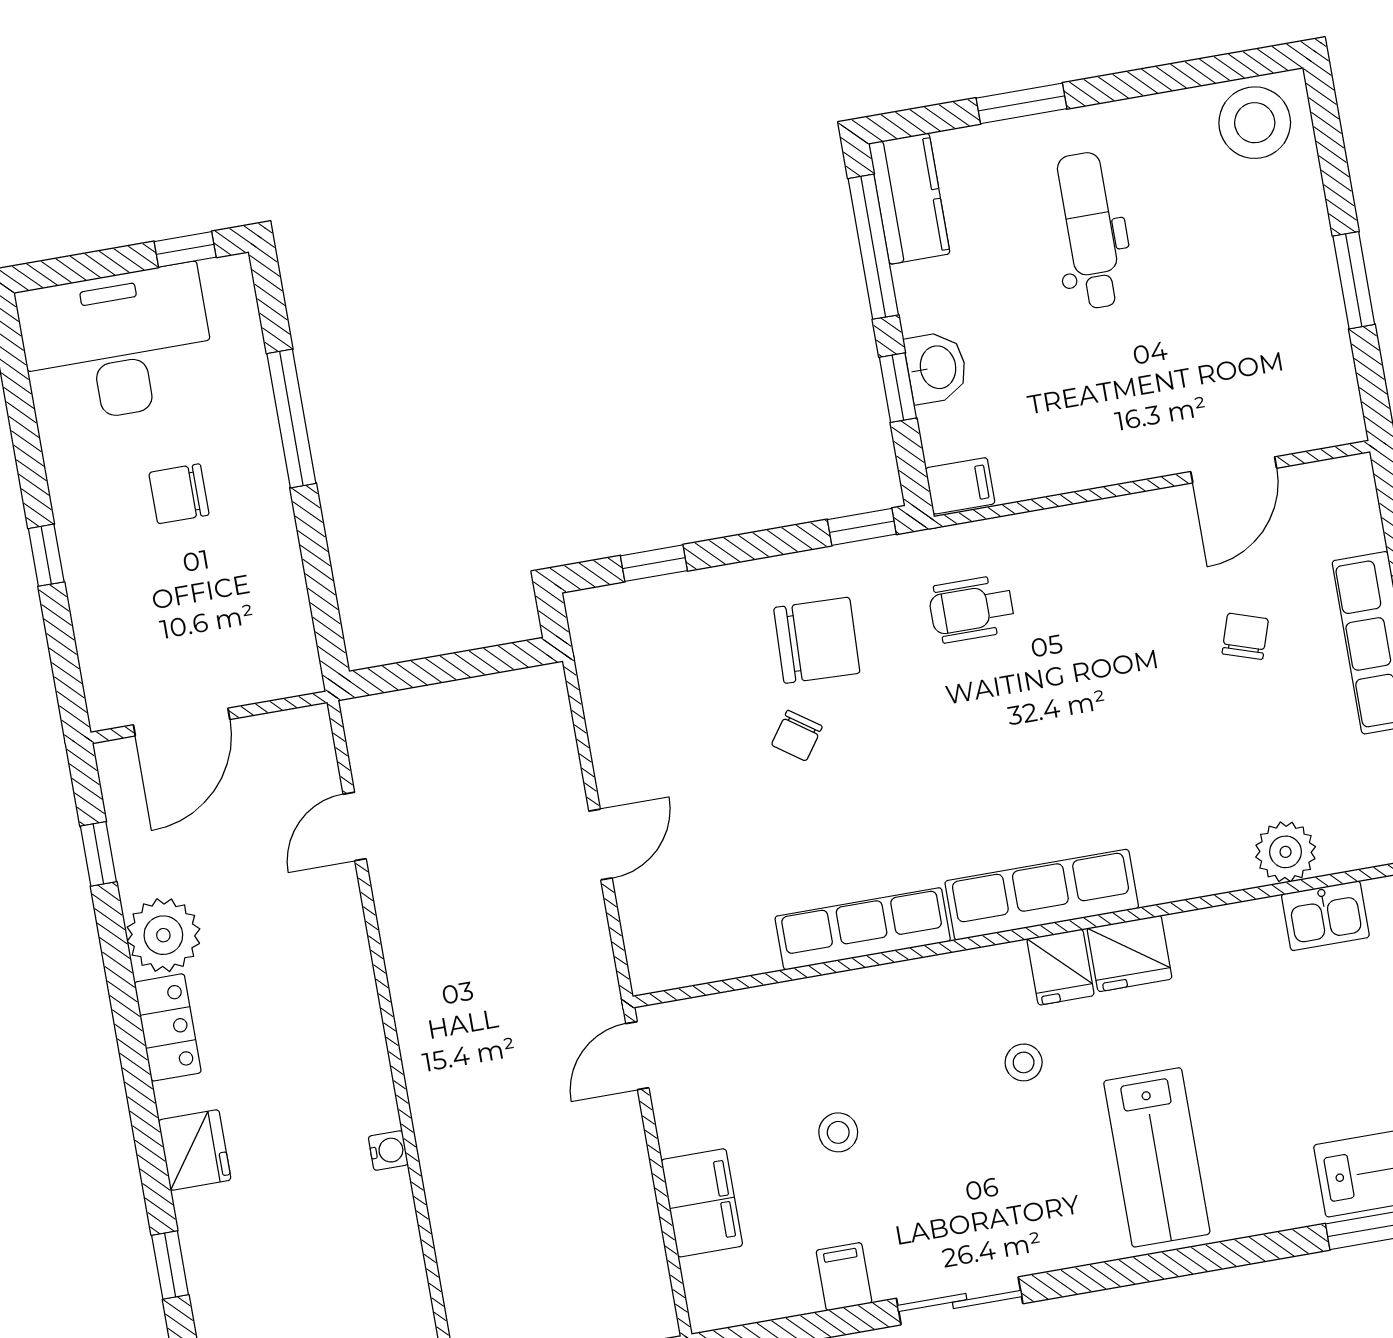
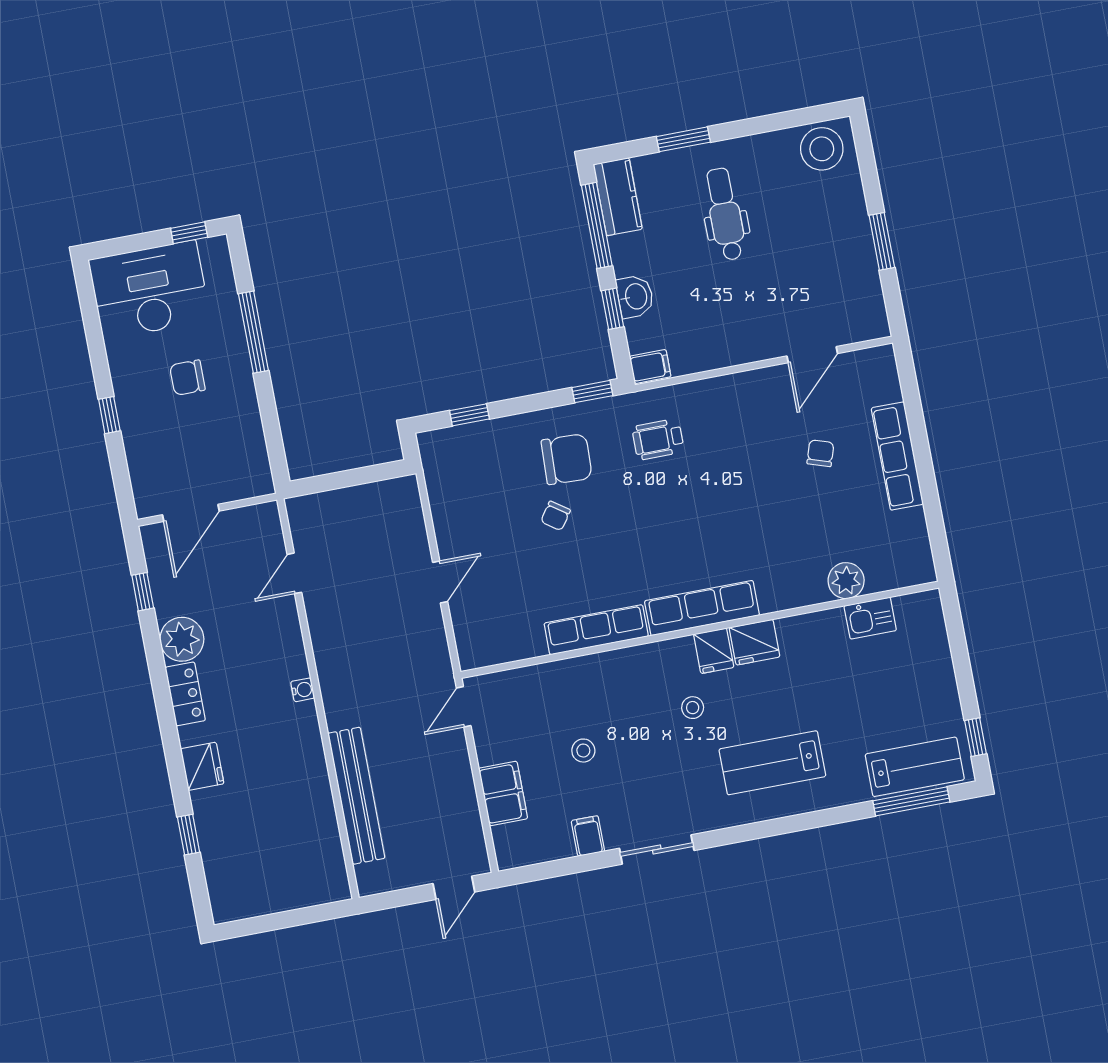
water cooler: (388, 1151) -> (303, 690), moved
lab bench: (1157, 1157) -> (772, 763), turned 90
bench: (454, 1203) -> (356, 796), added

